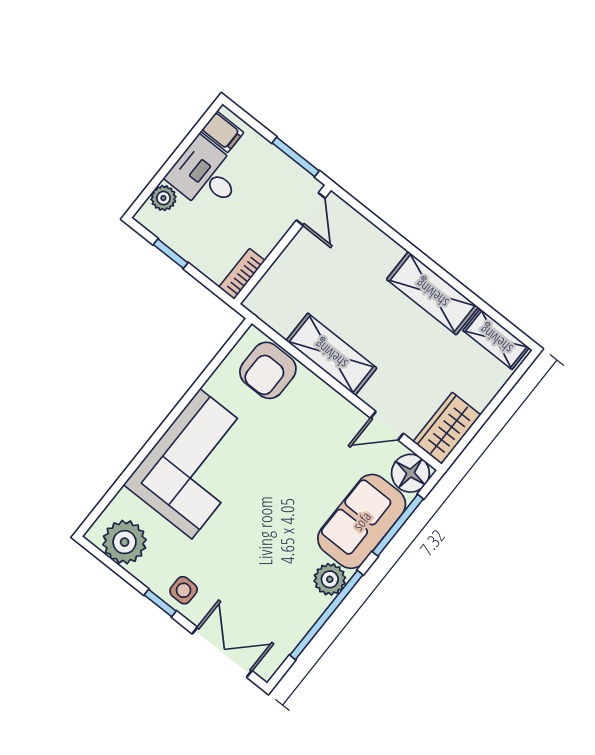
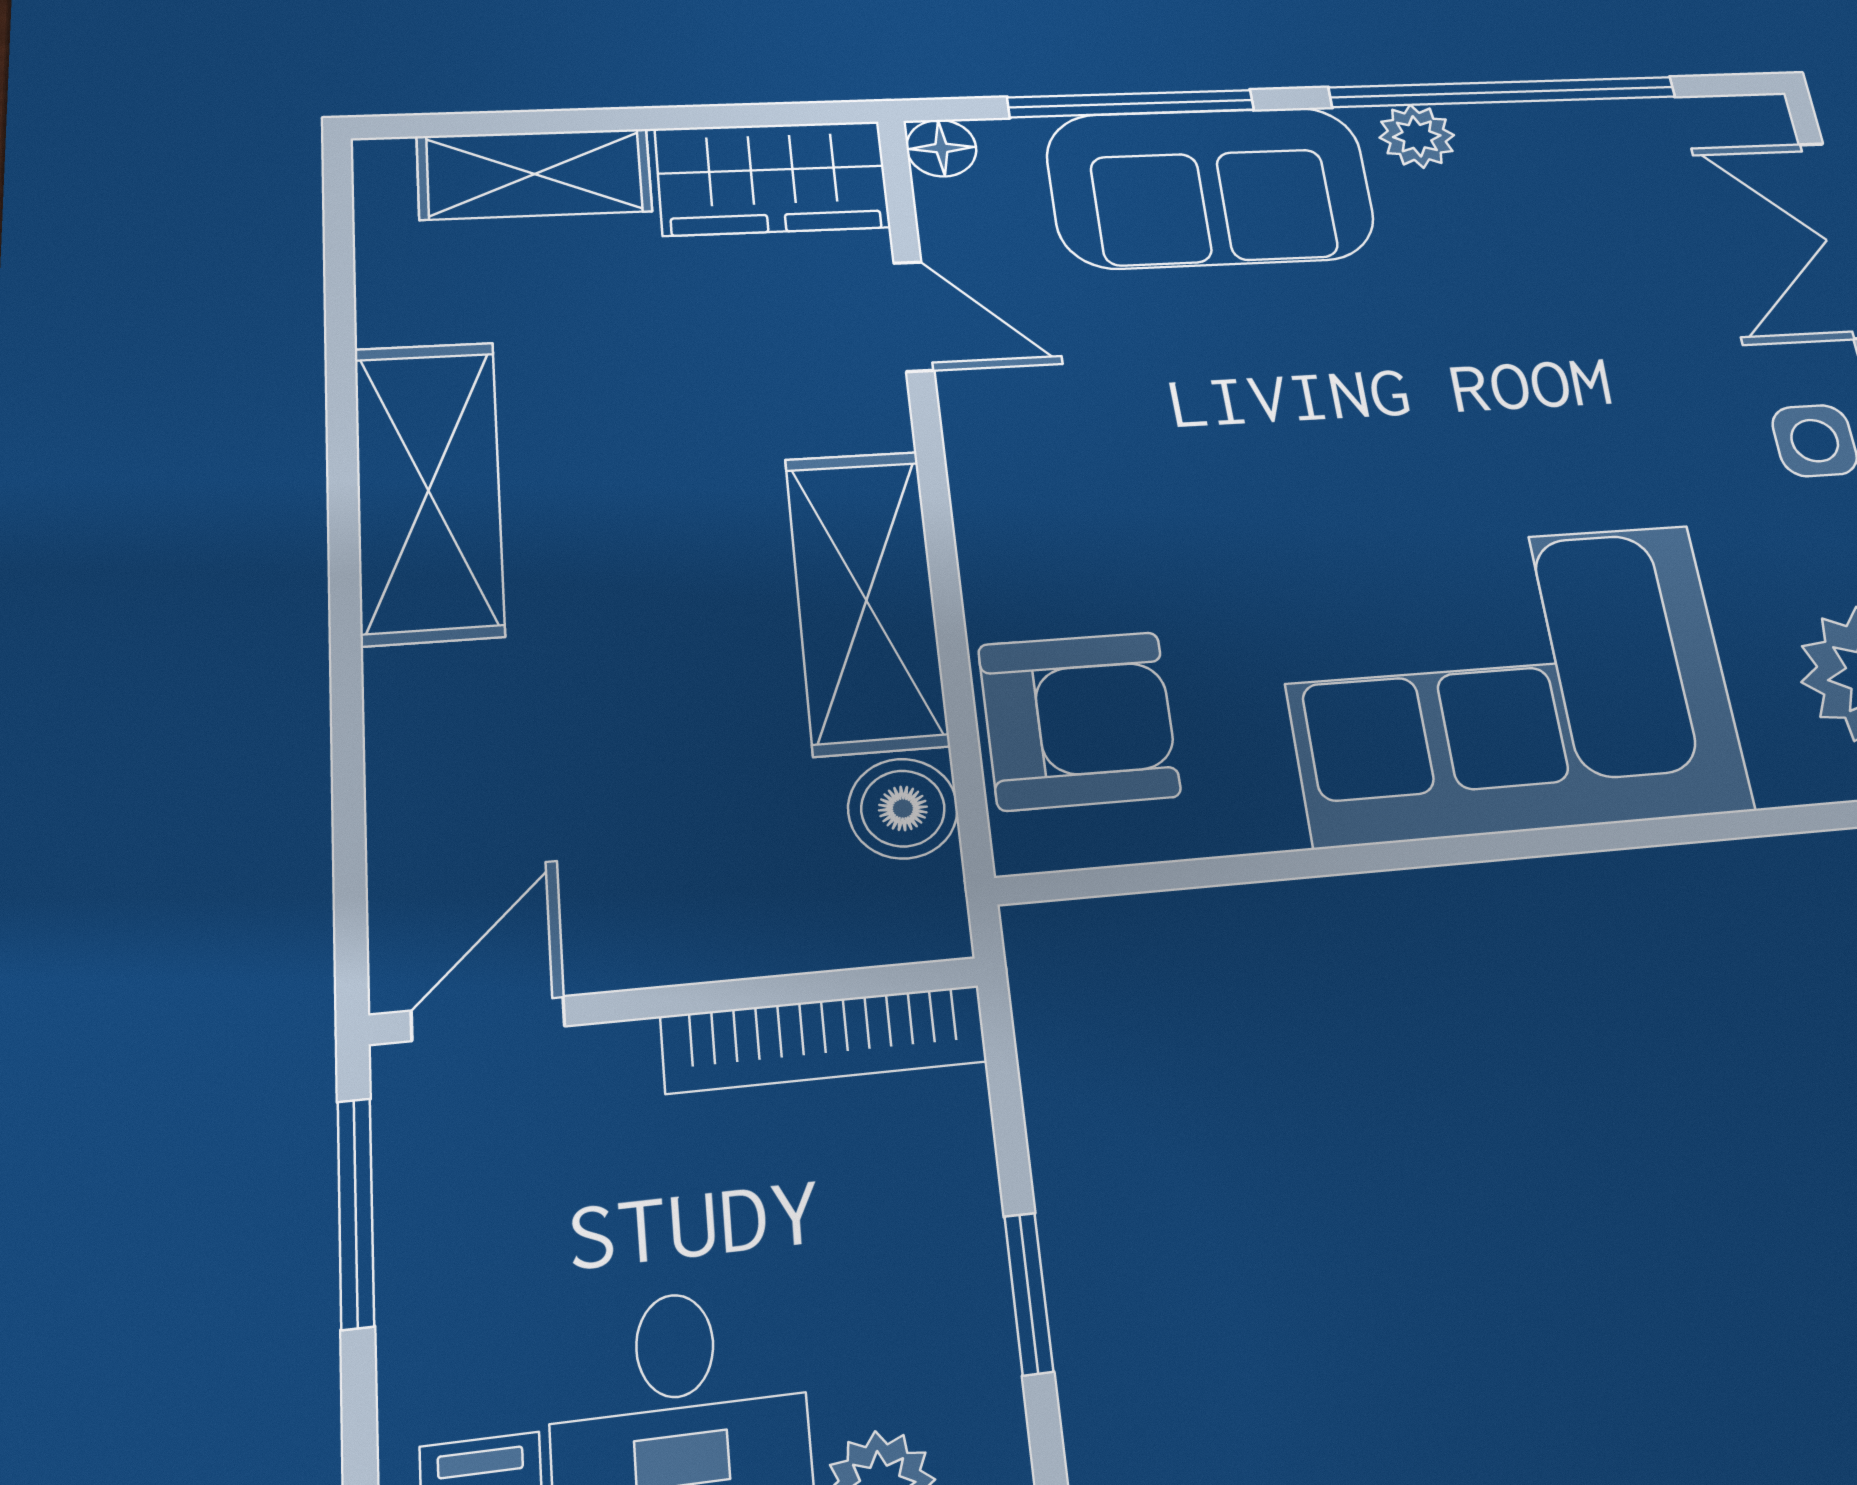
bookcase: (242, 274) -> (824, 1039), width x1.56
boiler: (282, 320) -> (903, 809), added
shelving: (496, 339) -> (534, 174), moved, turned 90
floor lamp: (410, 473) -> (941, 148), width x0.53, depth x0.53
plant: (330, 579) -> (1417, 136), width x0.73, depth x0.73

